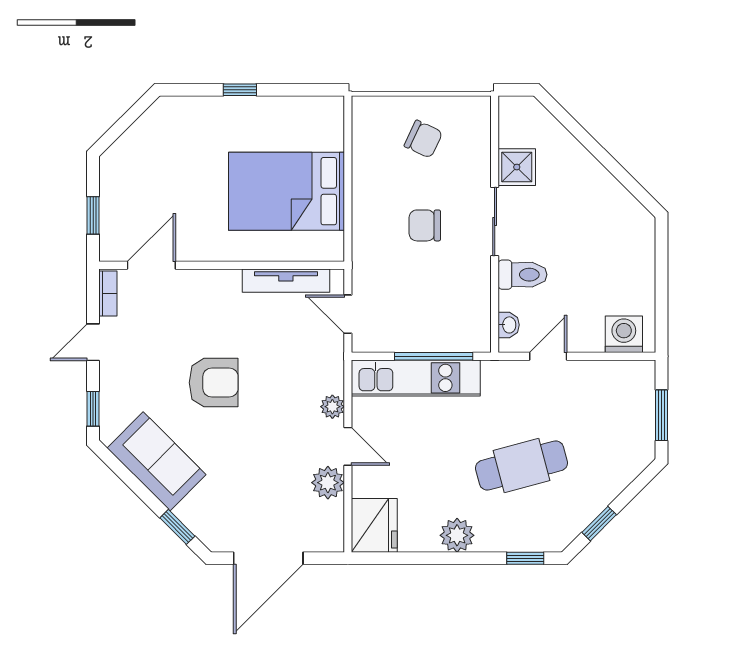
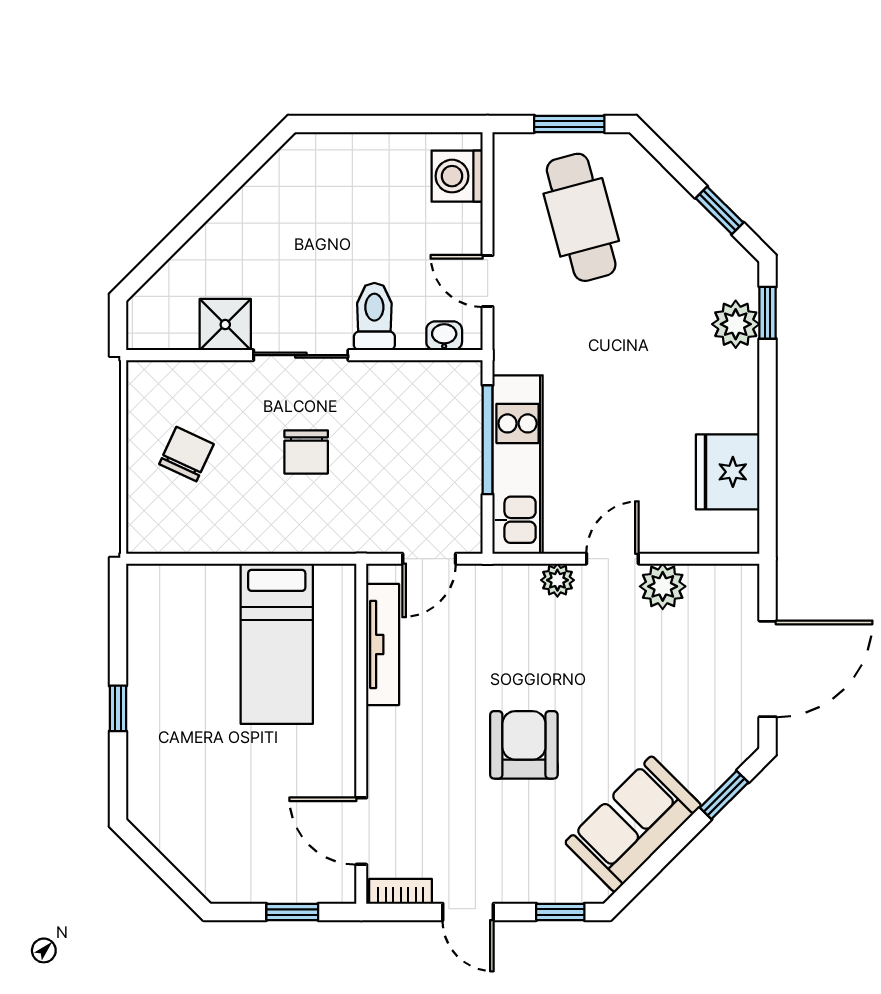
bed: (287, 191) -> (277, 644), width x0.67
cafe table: (522, 466) -> (581, 217), moved
fridge: (374, 525) -> (728, 472), moved, turned -90
plant: (457, 535) -> (736, 324), moved
door: (268, 558) -> (768, 669), hinge flipped

